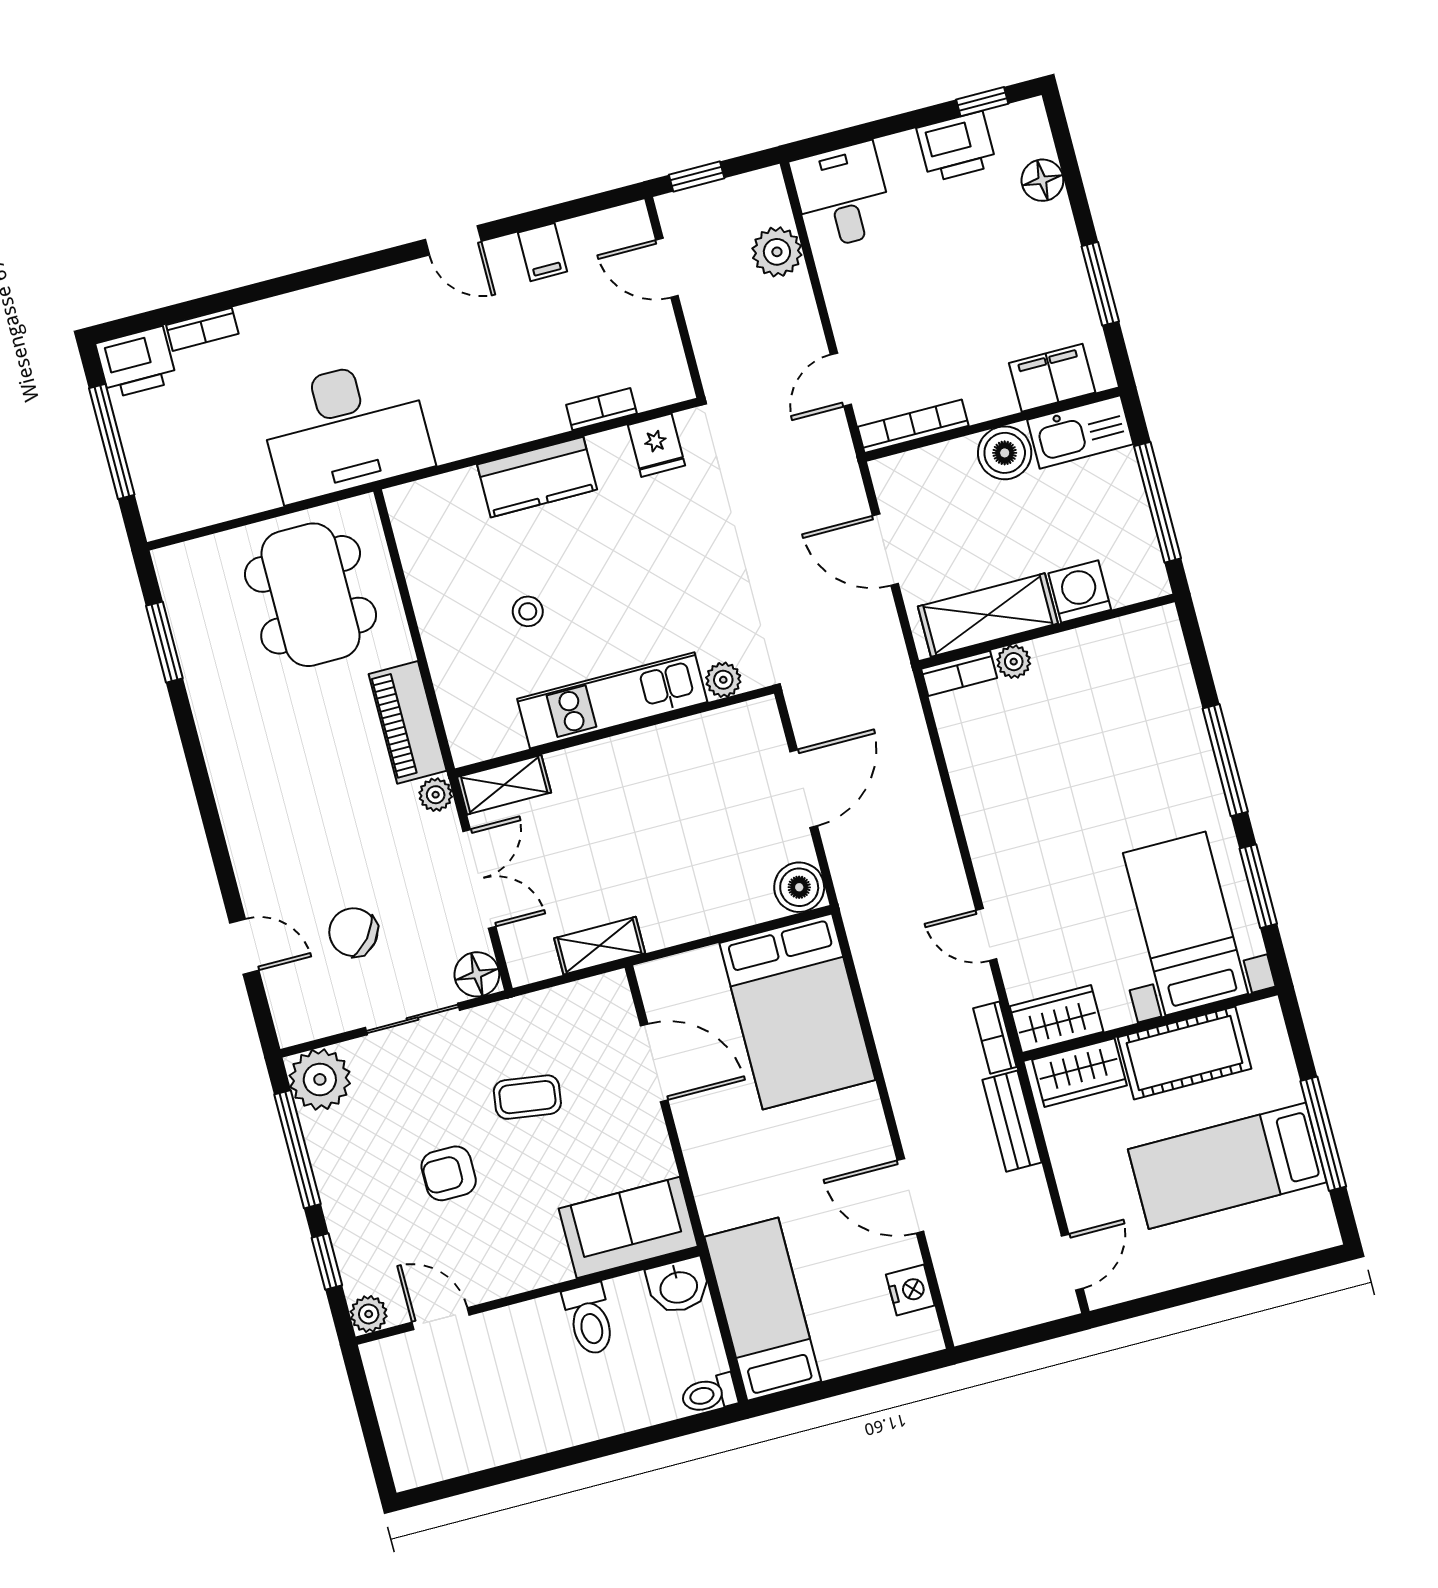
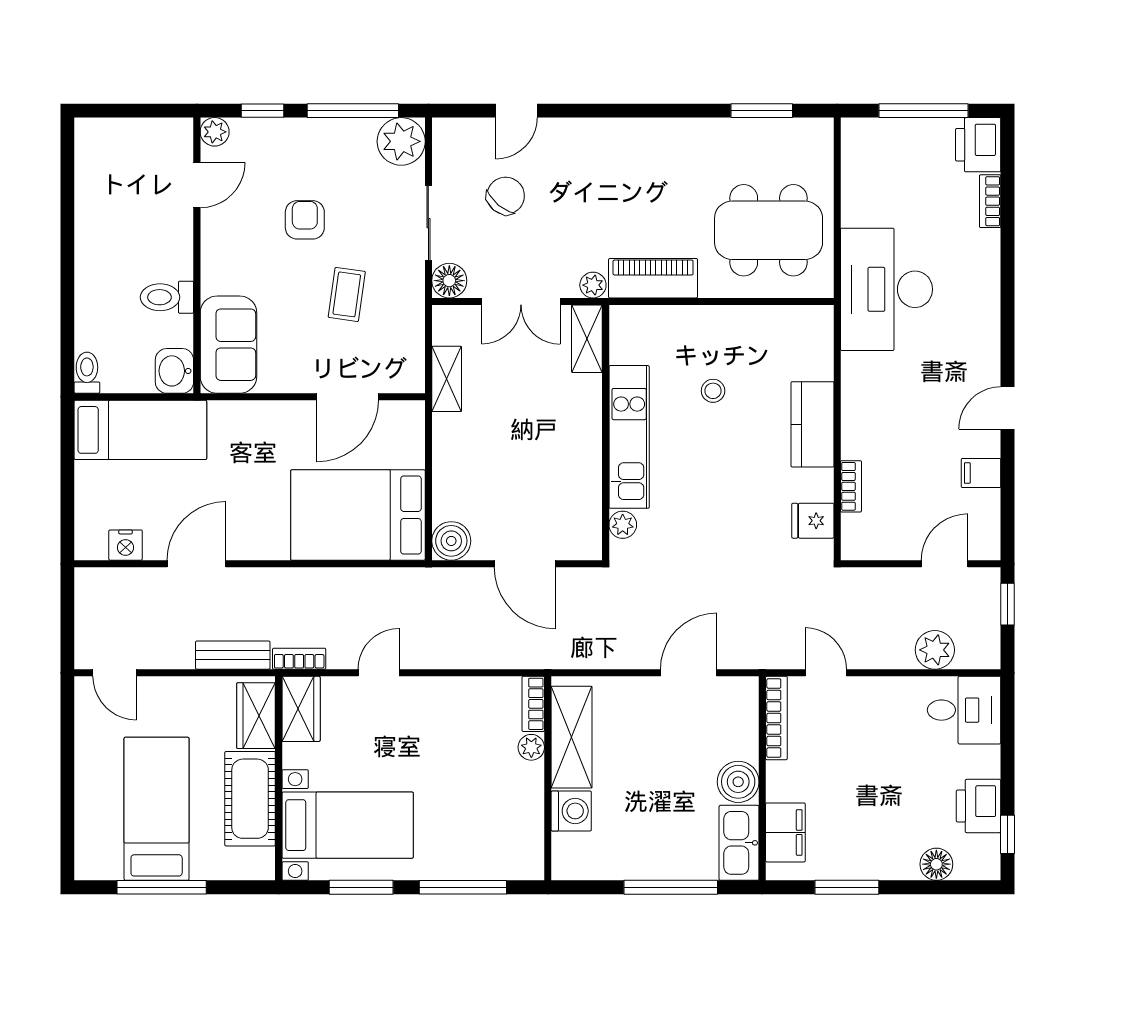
washing machine: (1080, 591) -> (571, 811), moved
shelving: (988, 615) -> (572, 737), moved
wall: (1047, 631) -> (548, 778), moved
plant: (1014, 662) -> (531, 747), moved
bookcase: (959, 673) -> (533, 704), moved

